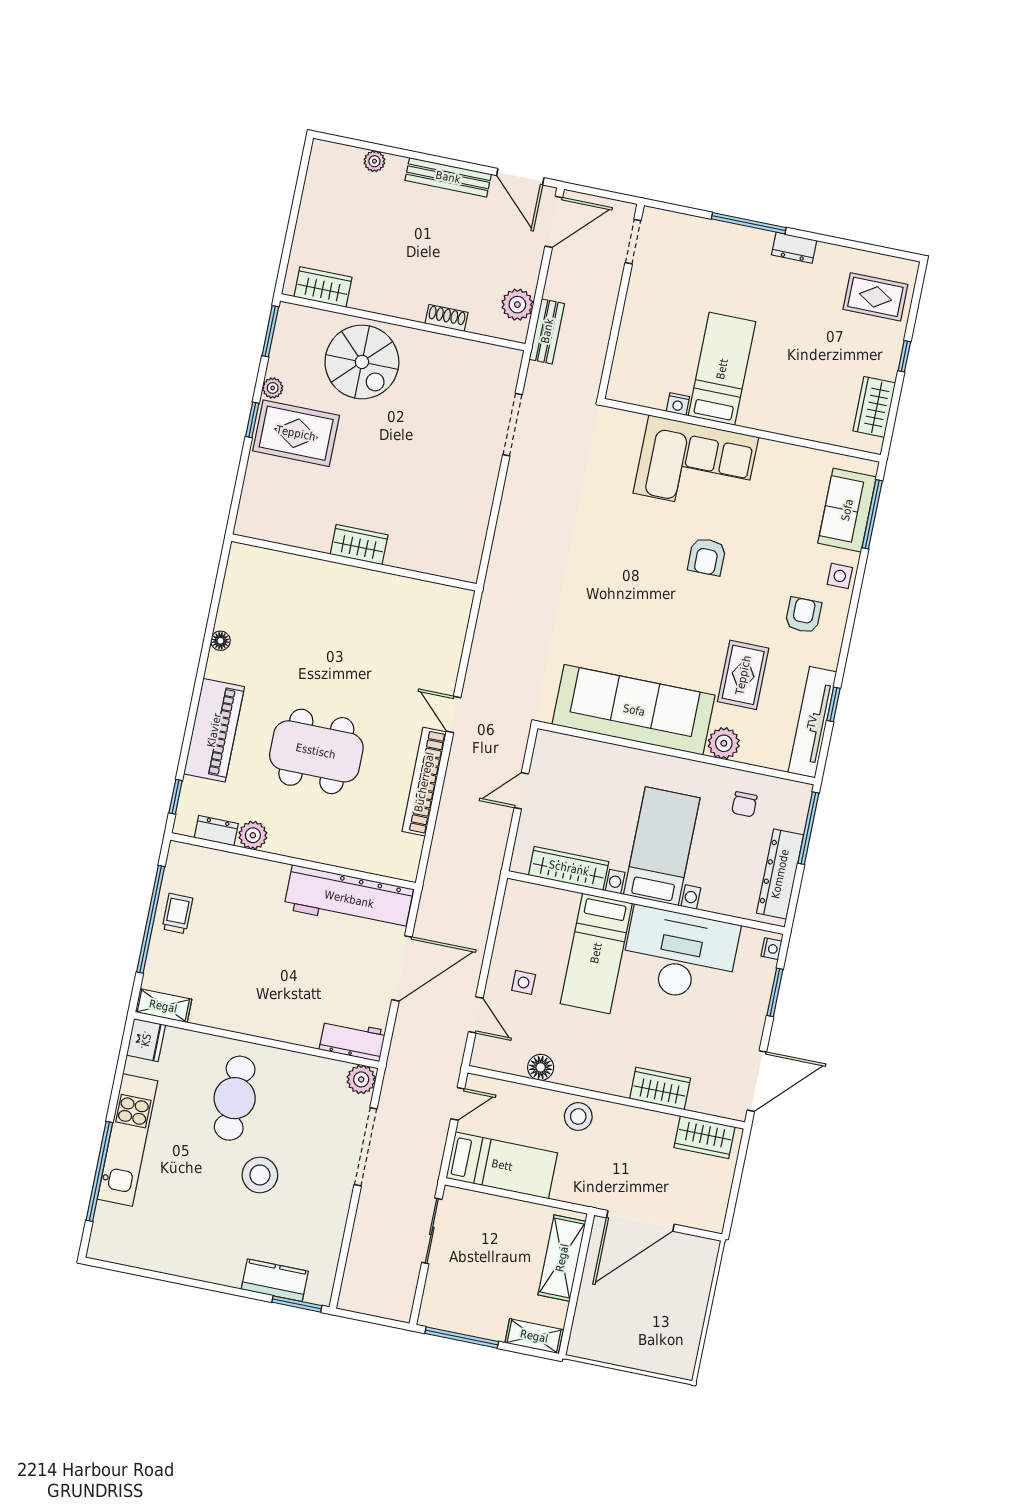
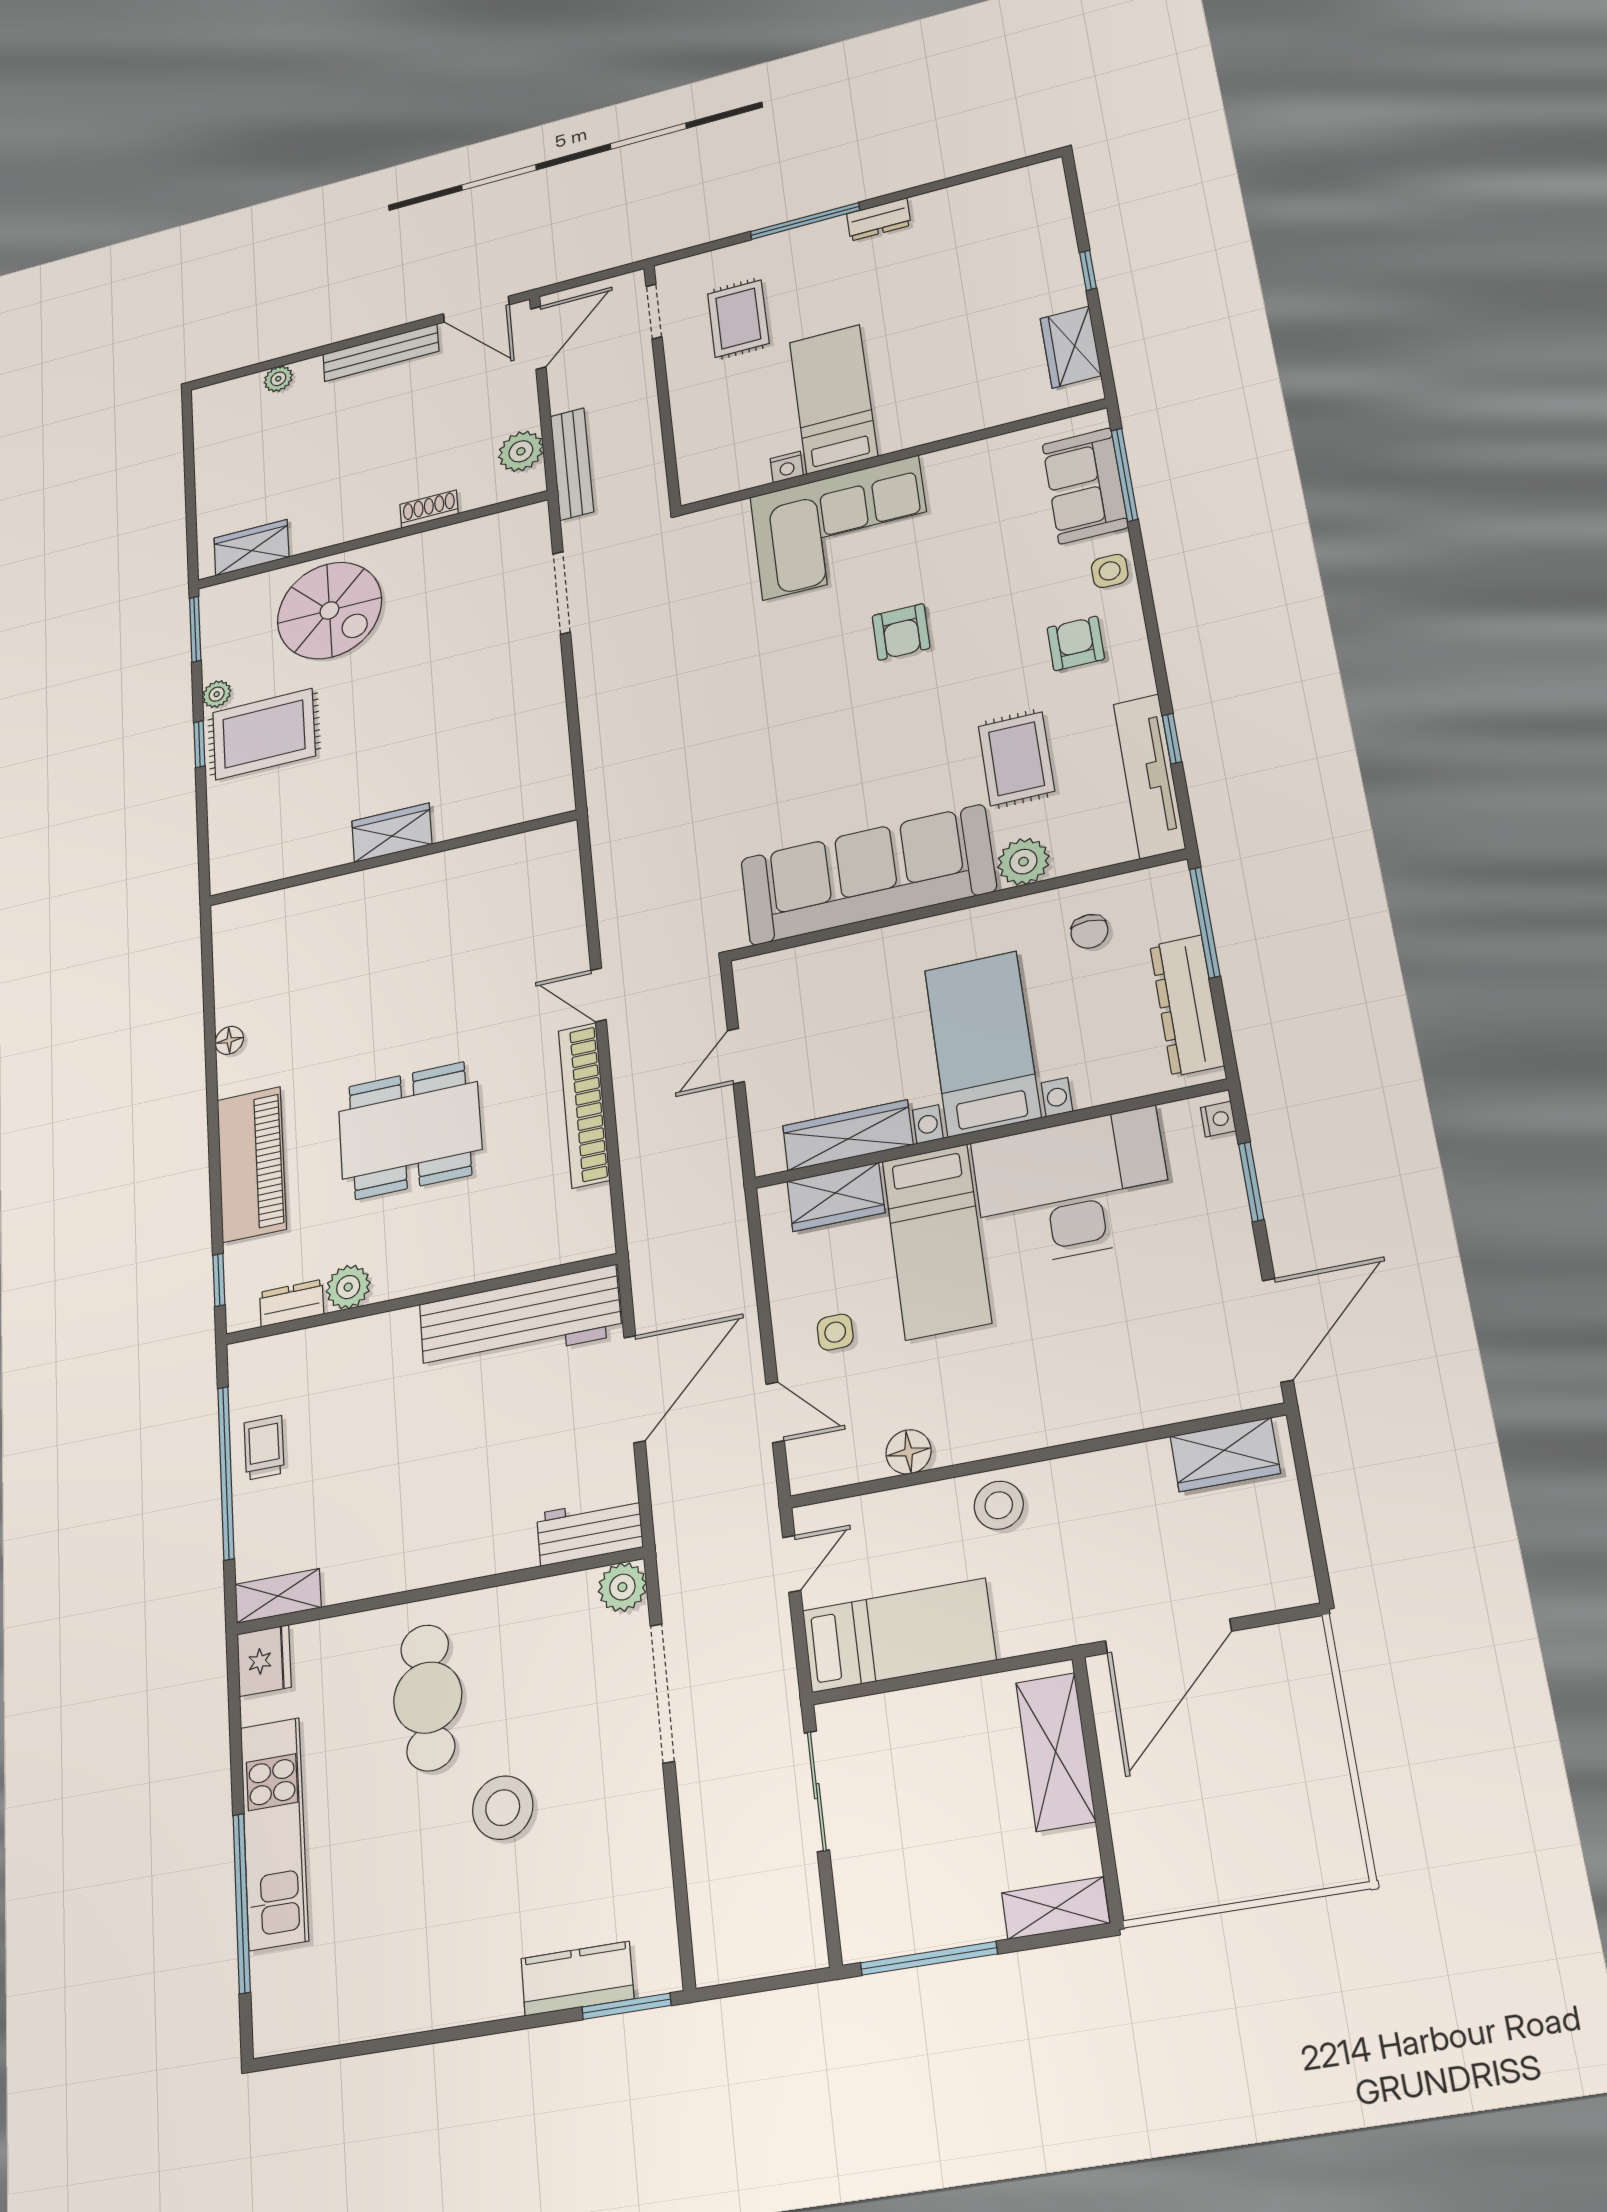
rug: (875, 297) -> (738, 319), moved, turned 90
bench: (547, 331) -> (572, 464), width x1.36
wardrobe: (660, 1088) -> (836, 1197), moved, turned 180

